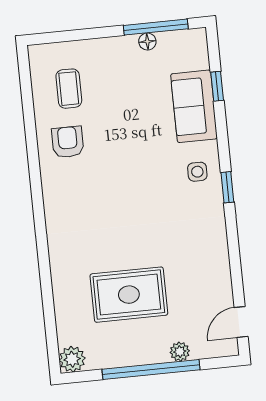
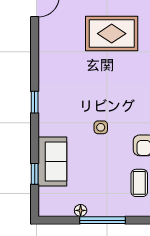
window: (156, 27) -> (103, 220), moved
side table: (197, 172) -> (101, 127), moved

